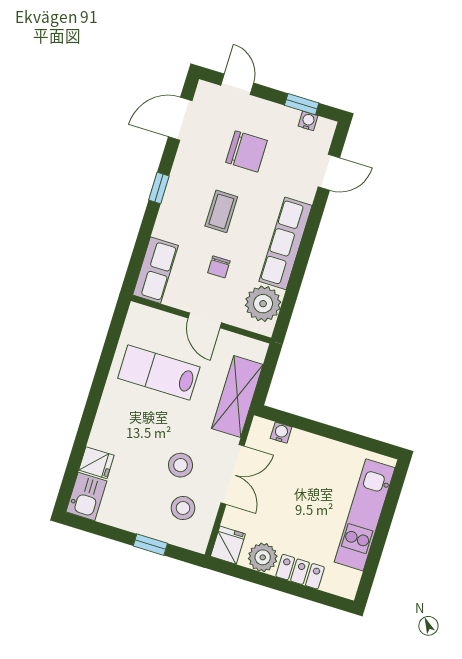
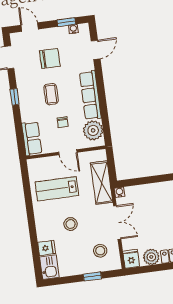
water cooler: (281, 433) -> (120, 192), moved
stool: (180, 465) -> (71, 224), moved

